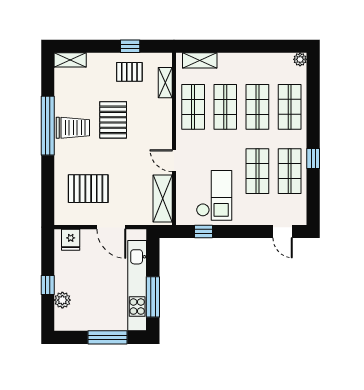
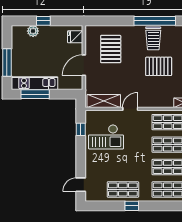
shop shelf: (257, 171) -> (123, 167), removed
kitchen unit: (137, 286) -> (35, 83), width x0.73

